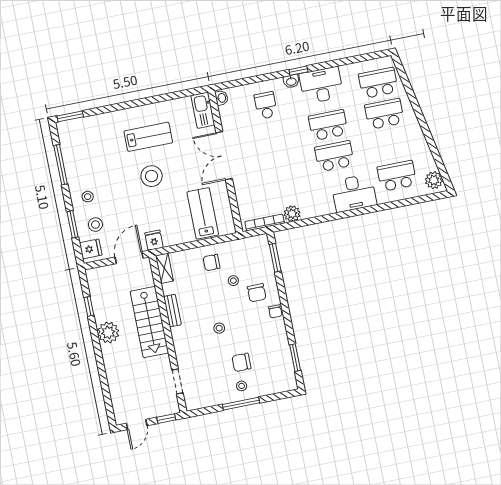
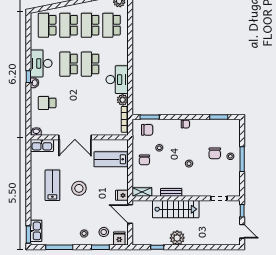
kitchen sink: (78, 126) -> (36, 231), added
school desk: (391, 145) -> (90, 25), added
desk: (354, 193) -> (117, 80), moved
chair: (257, 293) -> (147, 130), moved

